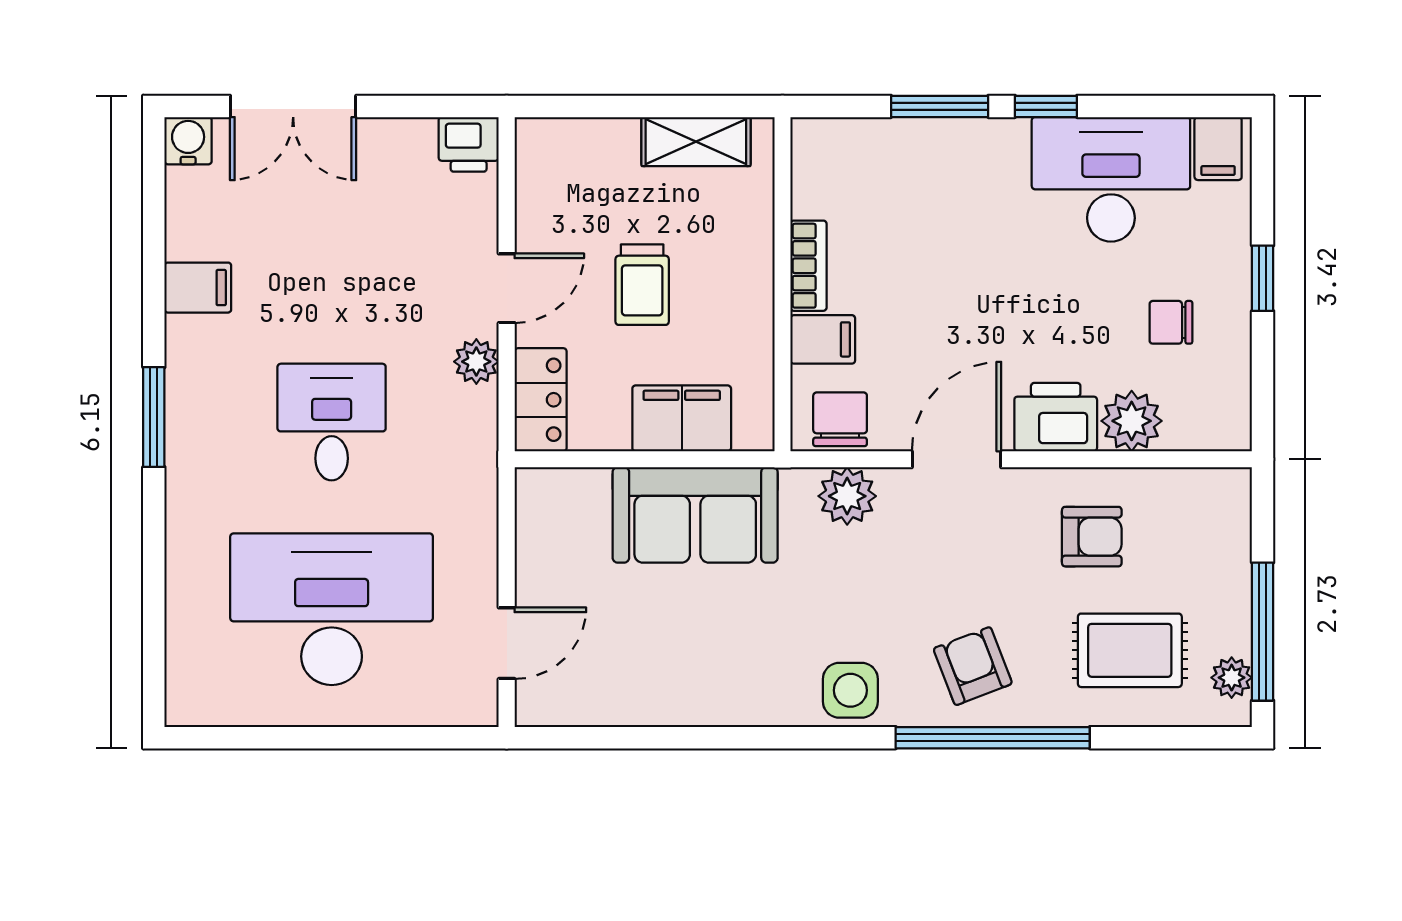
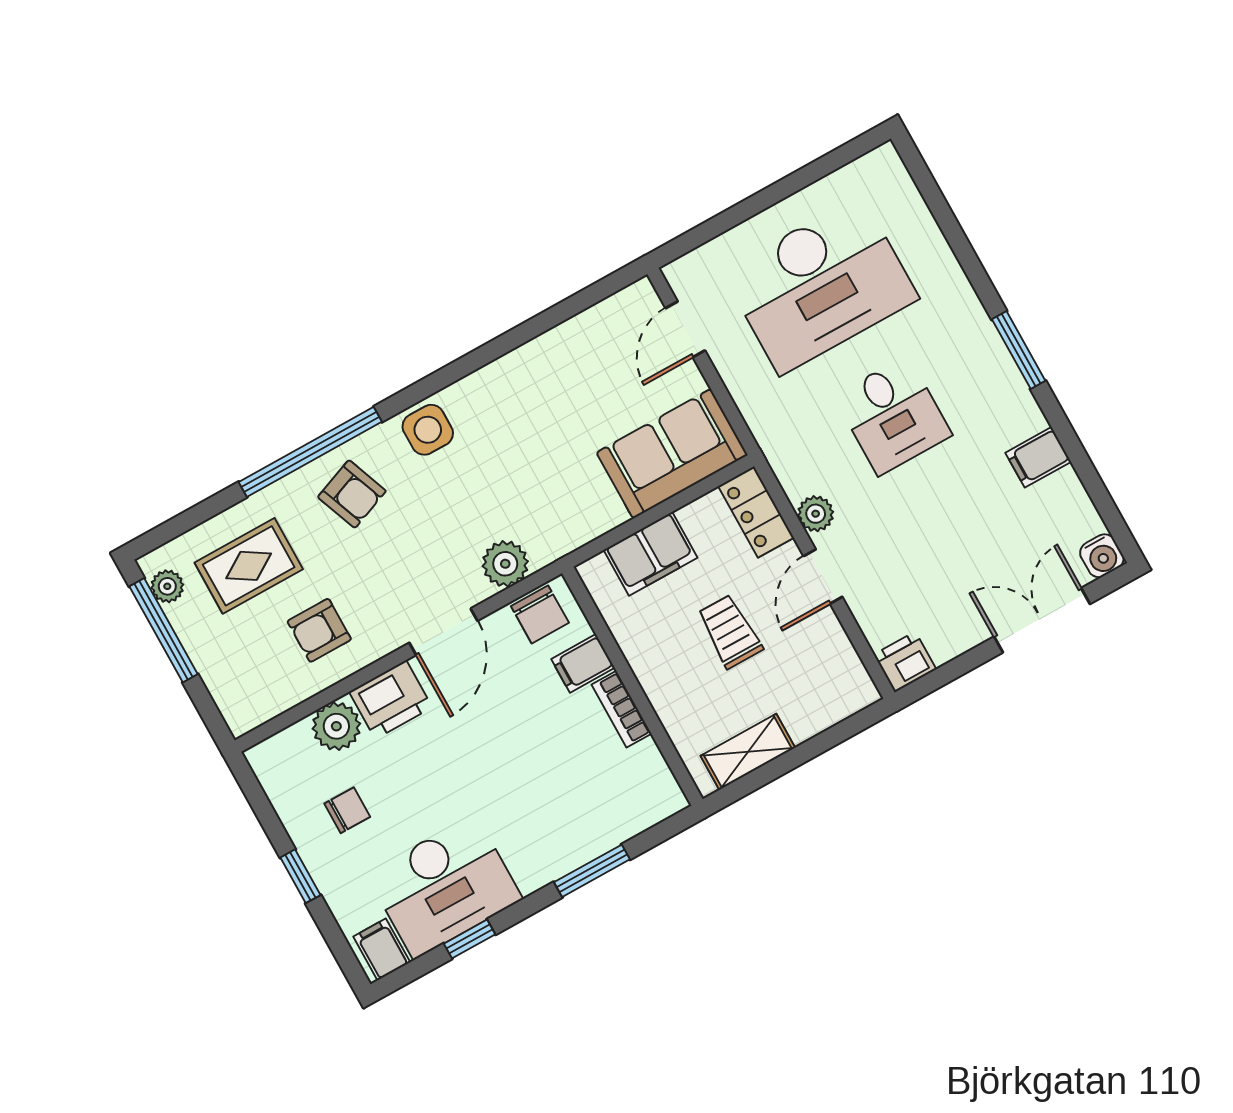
window: (1046, 106) -> (470, 939), moved
sofa: (695, 515) -> (672, 454), moved

